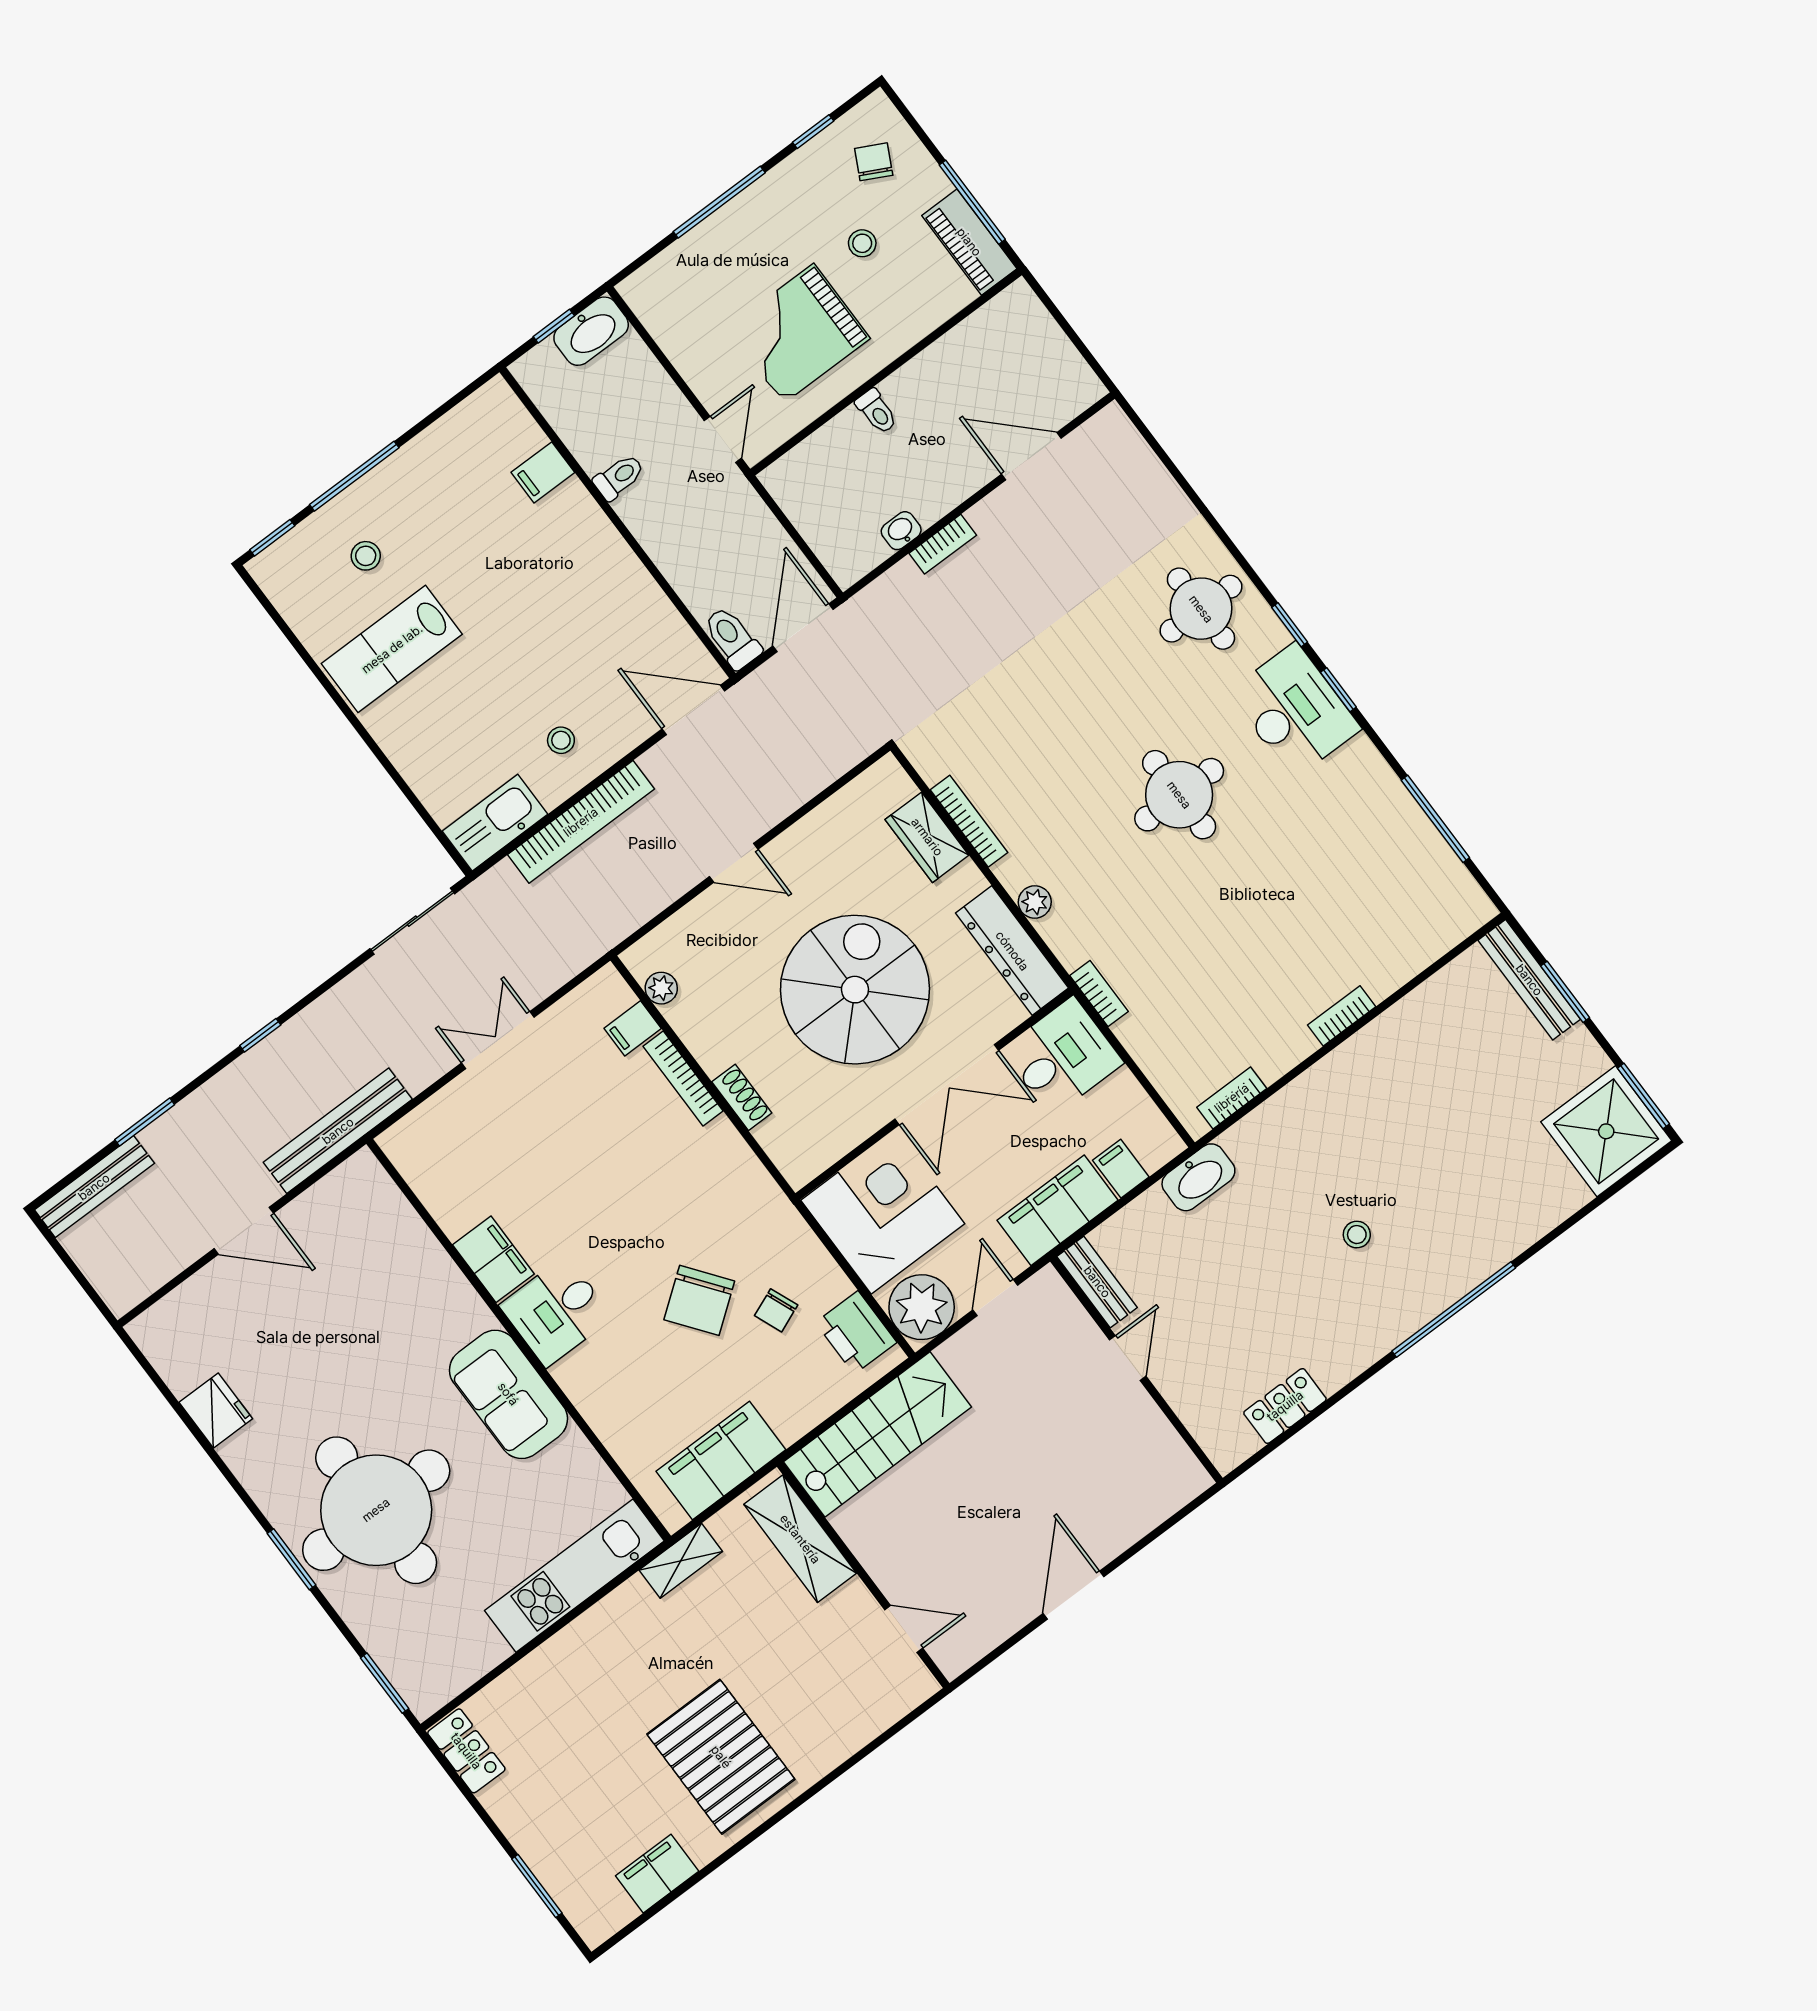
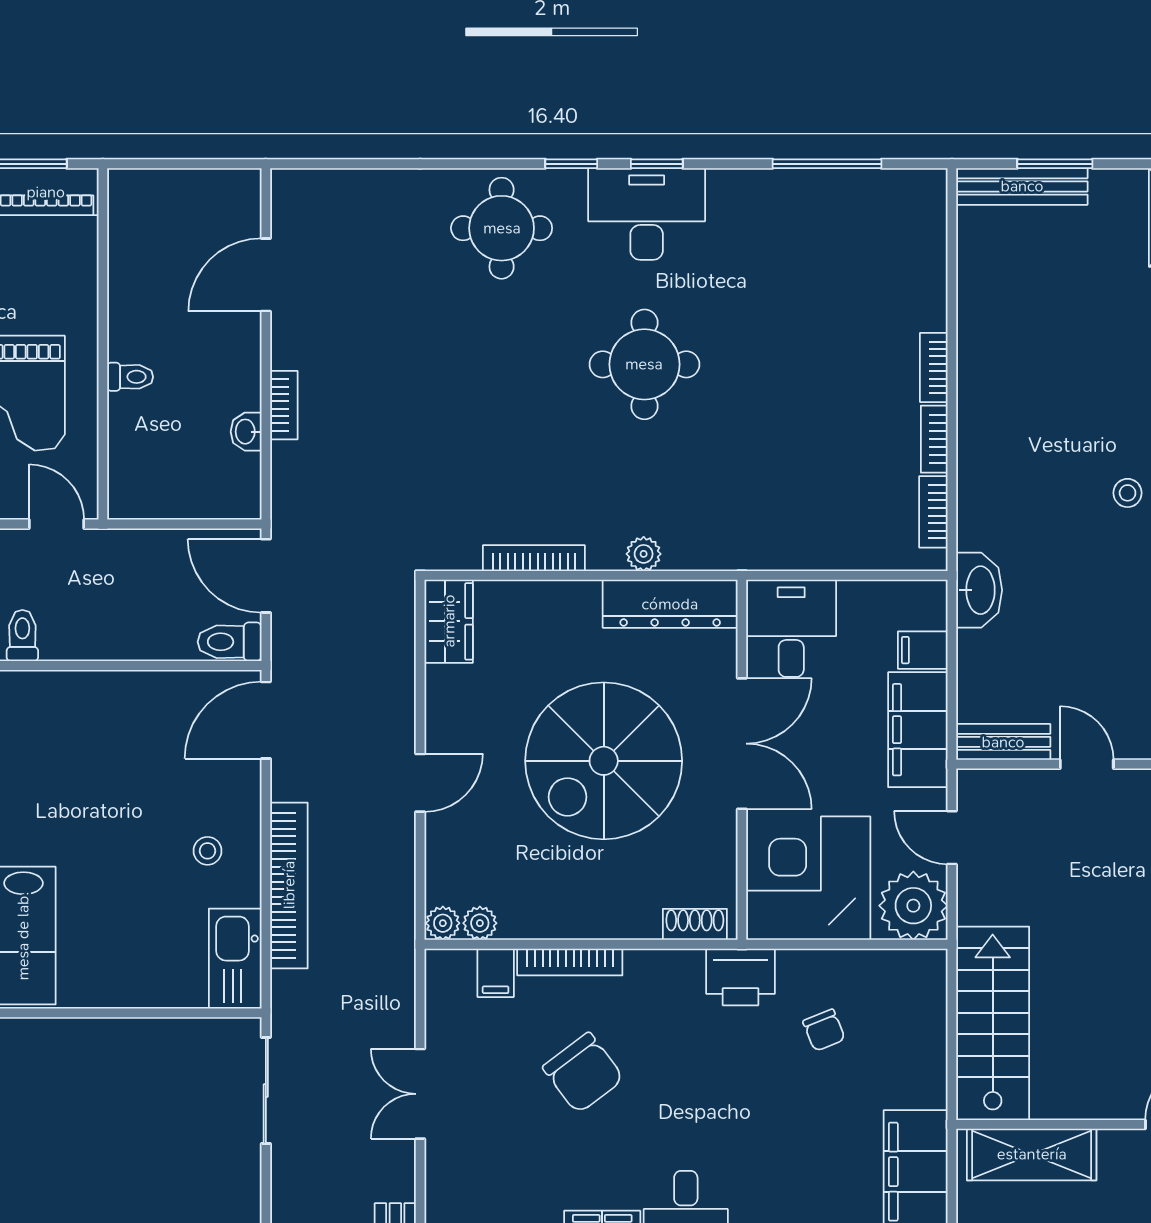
wardrobe: (927, 837) -> (449, 621), moved, turned -90
plant: (640, 960) -> (443, 923), added
spiral stairs: (855, 990) -> (604, 761), turned -90
bookcase: (1099, 994) -> (934, 439), moved, turned -90
shoe rack: (742, 1097) -> (695, 924), moved
chair: (699, 1300) -> (583, 1073), moved
printer: (856, 1332) -> (741, 977), moved

